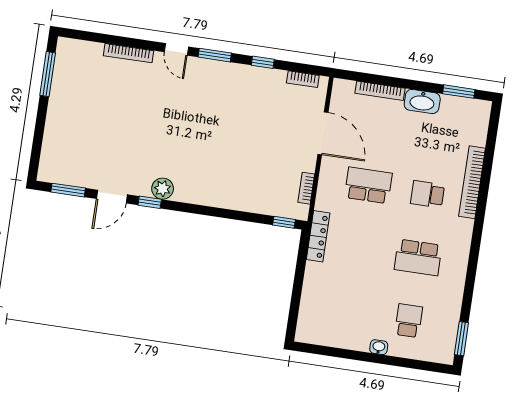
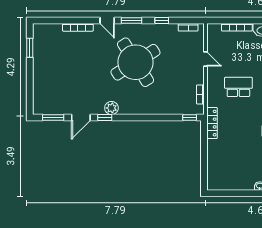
window: (48, 74) -> (30, 48), width x0.69
round table: (211, 122) -> (135, 62), added
door: (323, 133) -> (206, 59), width x0.53

